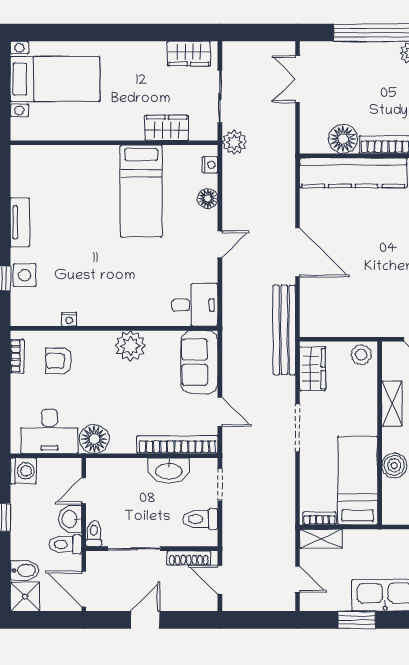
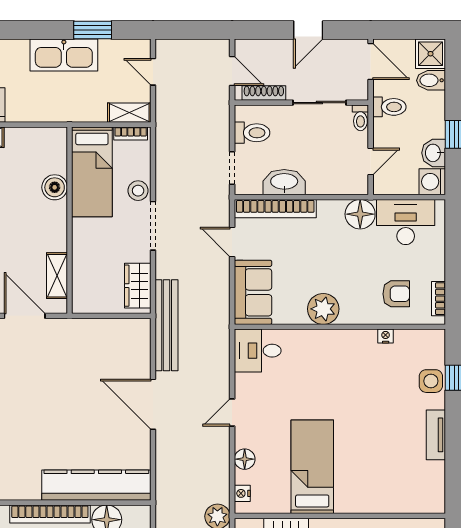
stool: (361, 355) -> (138, 191), moved
shelving: (392, 404) -> (57, 276), moved
washbasin: (70, 519) -> (434, 153), moved, turned 180

